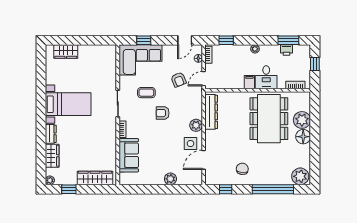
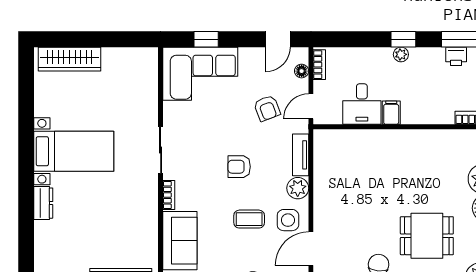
window: (226, 40) -> (403, 39), moved
wardrobe: (66, 52) -> (69, 59), width x1.50
desk: (266, 77) -> (362, 104), moved
coffee table: (146, 93) -> (249, 219), moved
tv unit: (198, 106) -> (301, 155), added
dresser: (211, 112) -> (324, 165), removed
dining table: (269, 119) -> (427, 236), moved, width x0.53, depth x0.80
wardrobe: (52, 156) -> (46, 242), removed

